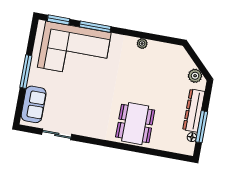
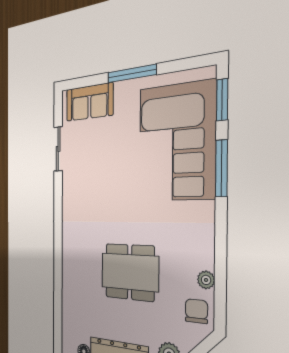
plant: (142, 44) -> (206, 280), moved
chair: (171, 54) -> (196, 311), added
dining table: (135, 124) -> (130, 272), moved

